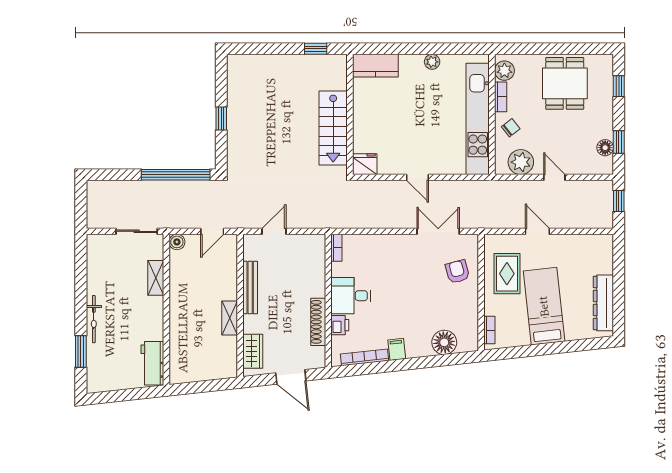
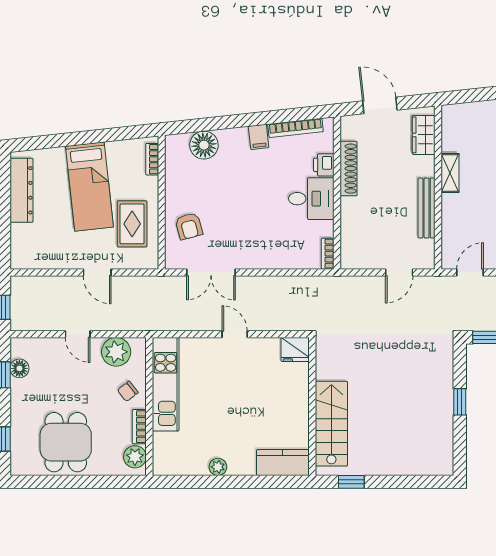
kitchen unit: (478, 119) -> (166, 384), width x0.73
stairs: (333, 128) -> (331, 424), moved

